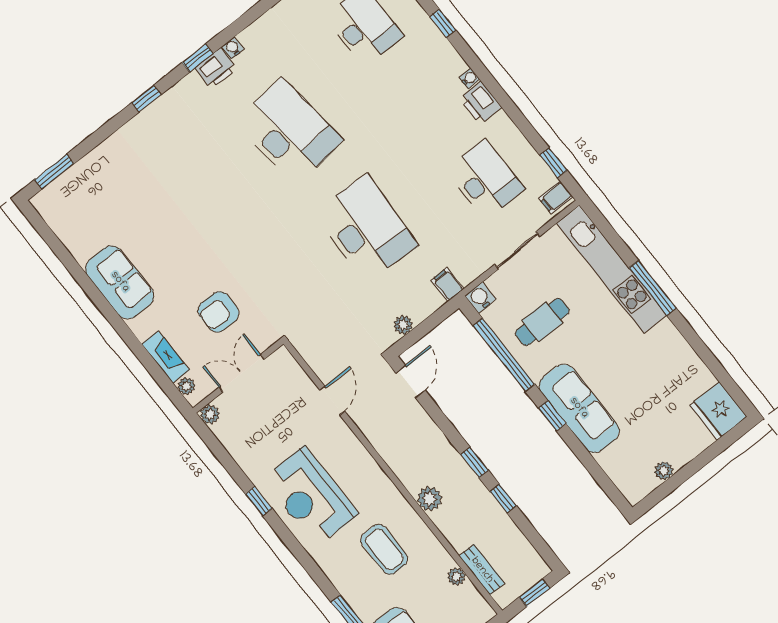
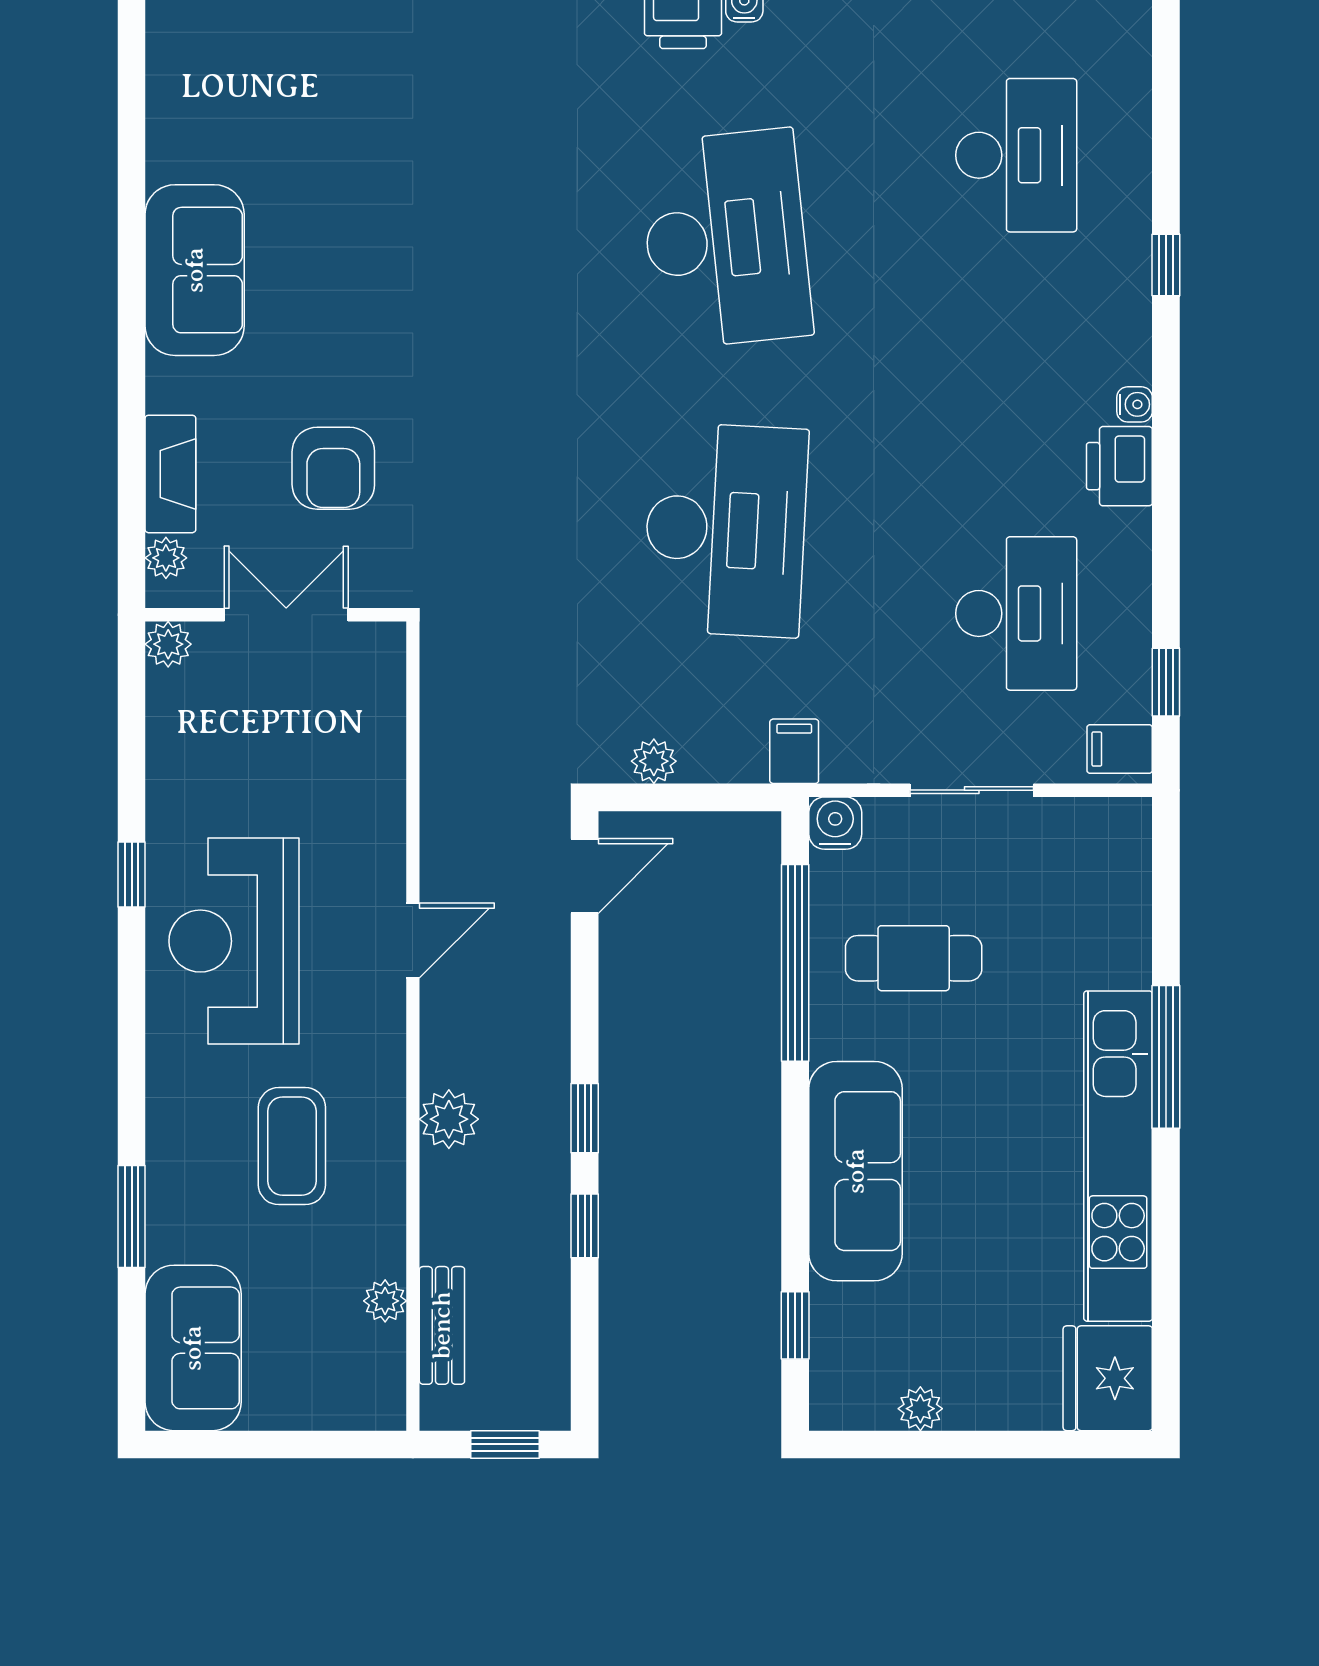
kitchen unit: (612, 269) -> (1118, 1156), moved
armchair: (219, 312) -> (333, 468), turned -90
door: (332, 401) -> (413, 941), moved
window: (552, 416) -> (795, 1325), moved

